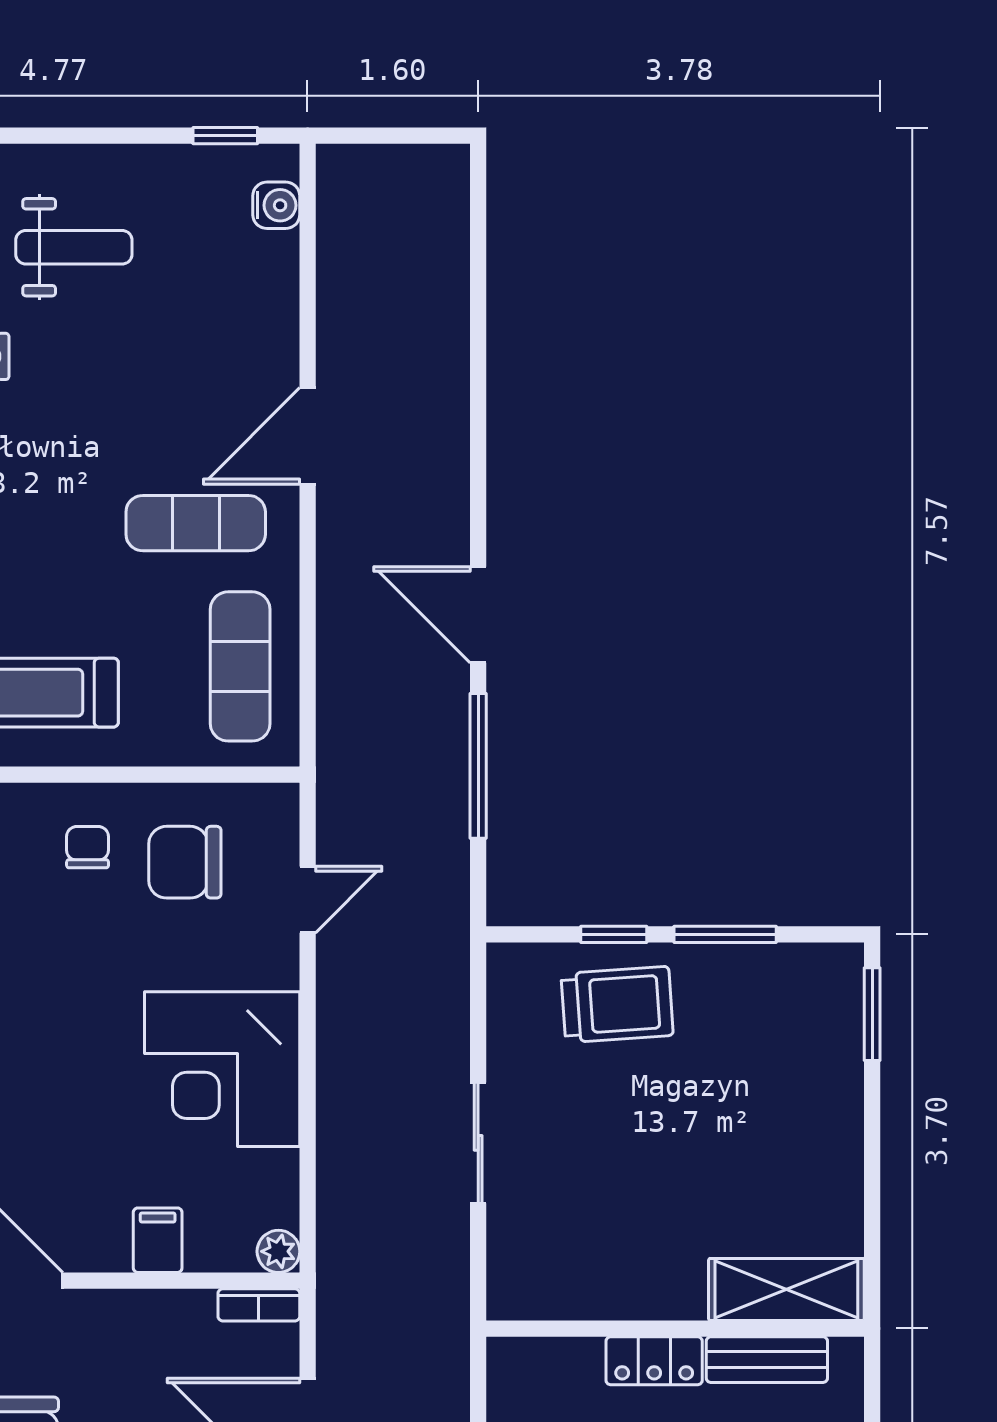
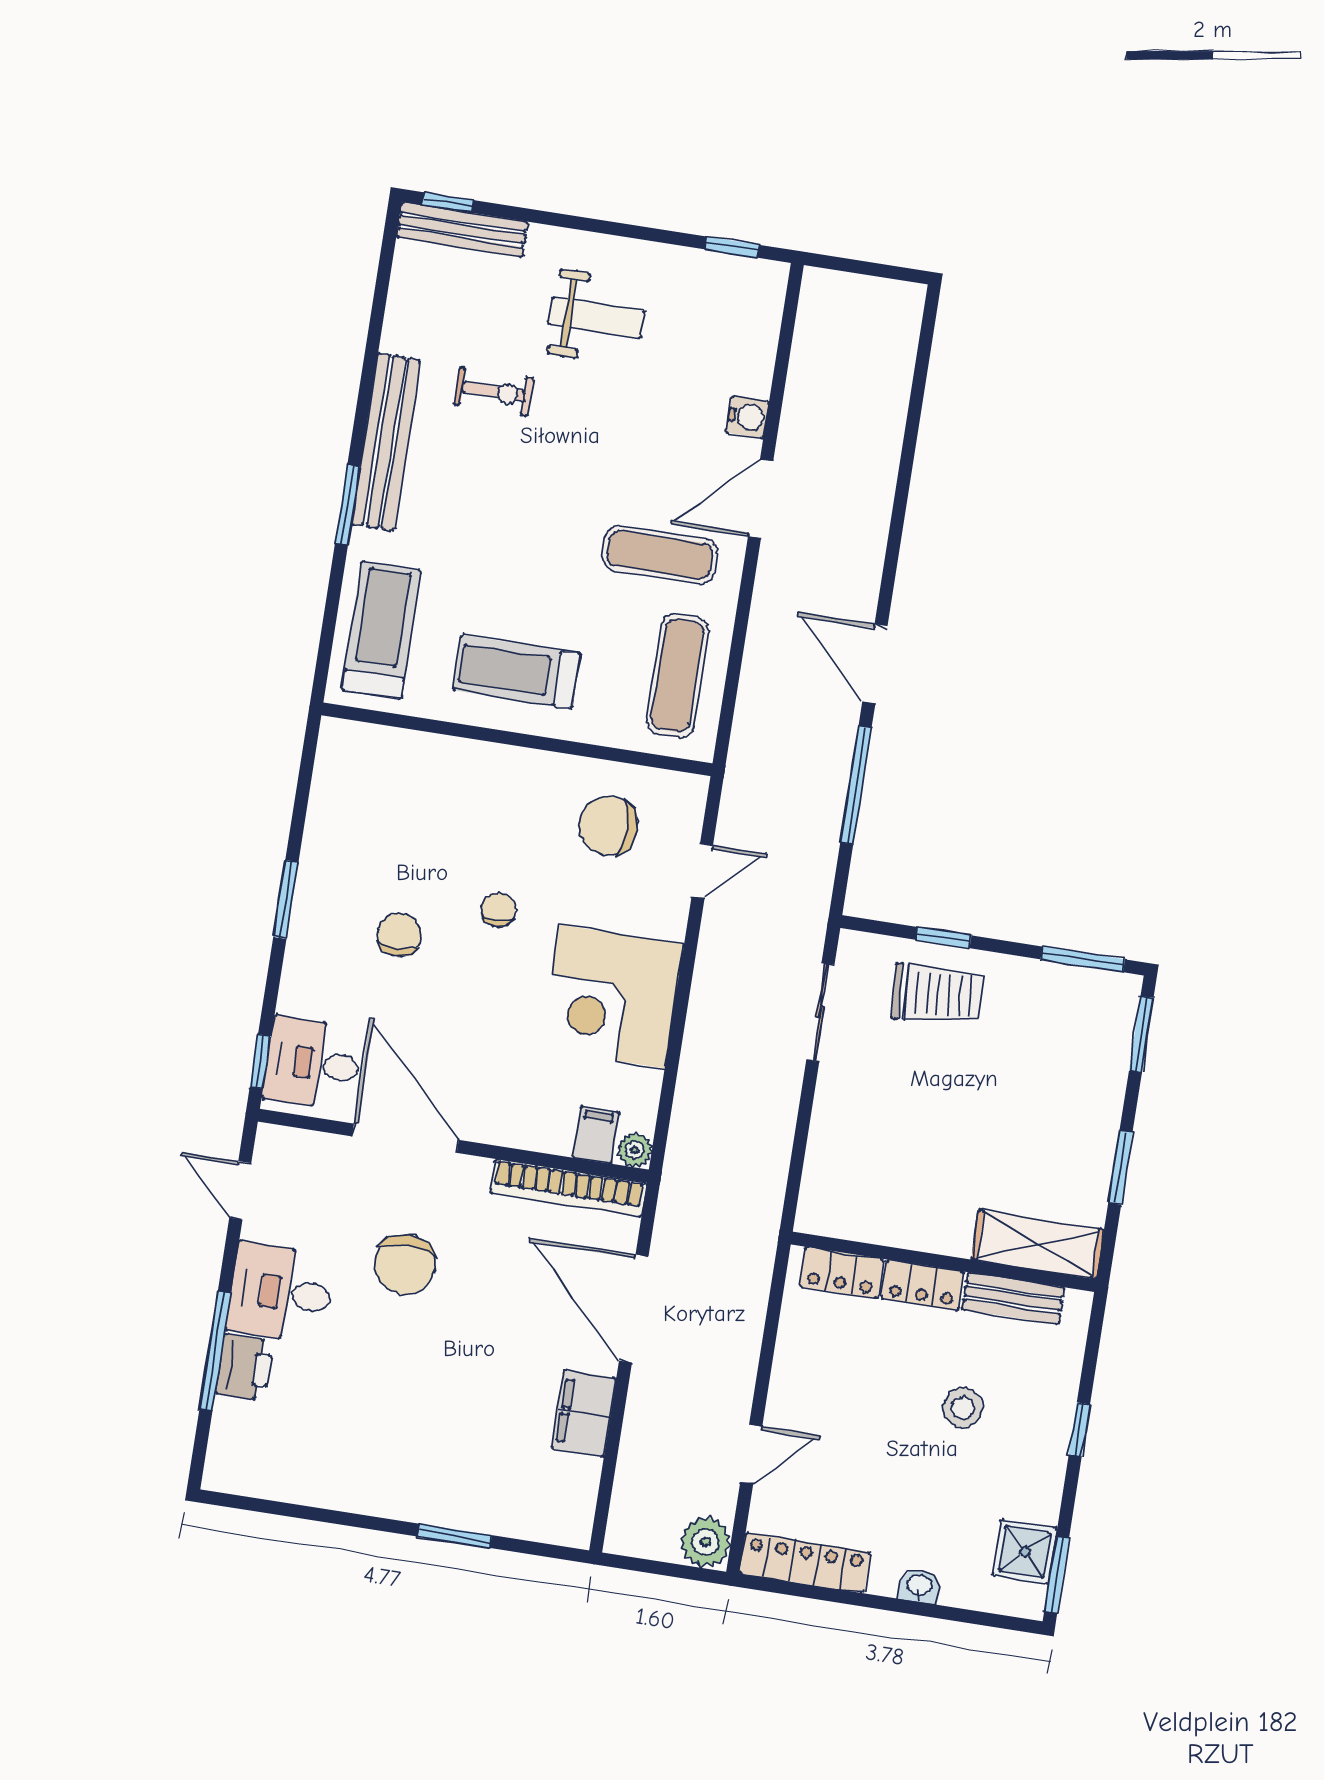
water cooler: (276, 205) -> (748, 417), moved
chair: (88, 847) -> (498, 910), moved
window: (725, 934) -> (1083, 959), moved
sliding door: (478, 1143) -> (820, 1012), moved
window: (872, 1180) -> (1120, 1167), added
filing cabinet: (158, 1240) -> (596, 1135), moved
bookcase: (259, 1305) -> (569, 1188), width x2.31, depth x1.31
locker: (553, 1361) -> (841, 1273), added

